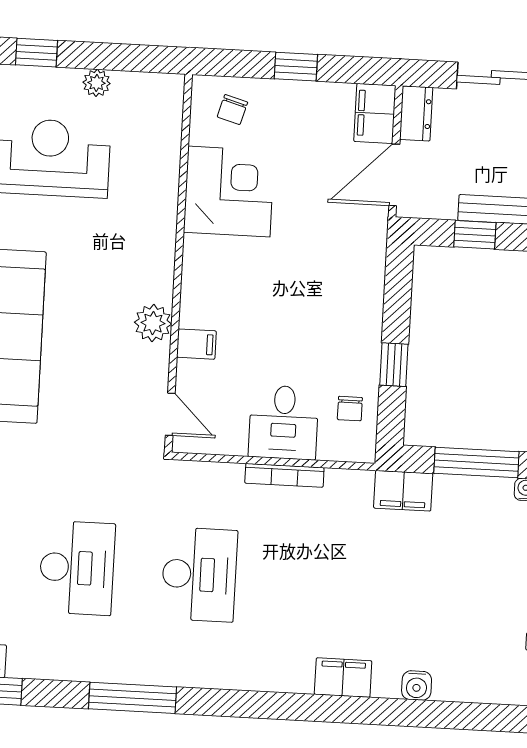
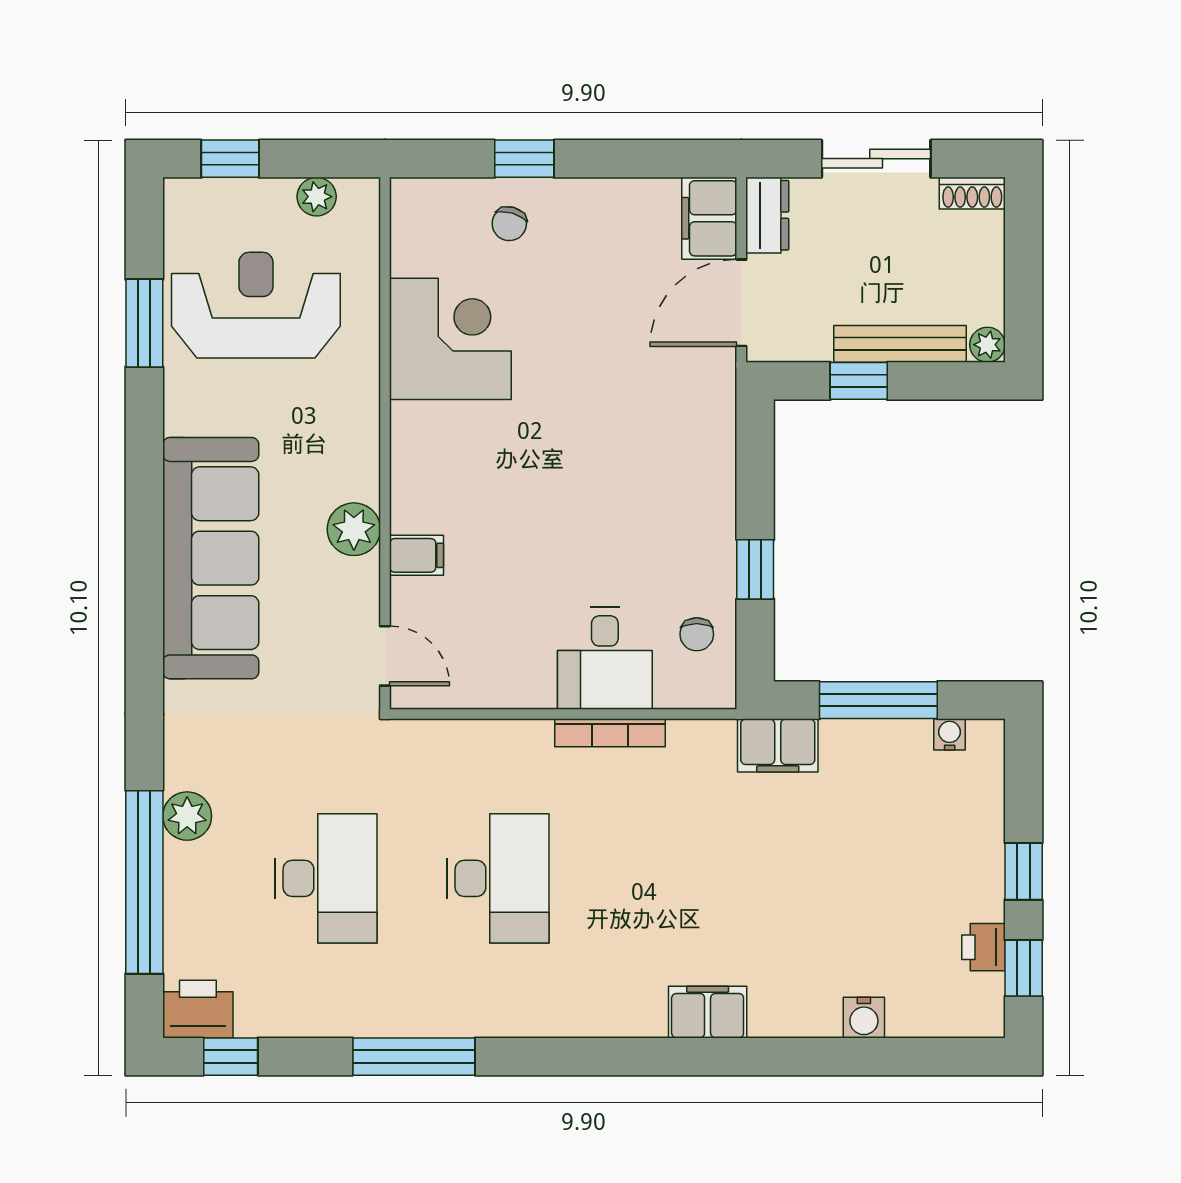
window: (296, 67) -> (524, 159), moved
corner desk: (229, 191) -> (450, 339), moved
wall: (178, 263) -> (385, 443), moved
plant: (153, 323) -> (354, 529), moved
filing cabinet: (196, 344) -> (416, 555), moved
door: (170, 414) -> (385, 656), moved
water cooler: (417, 686) -> (864, 1018), moved

